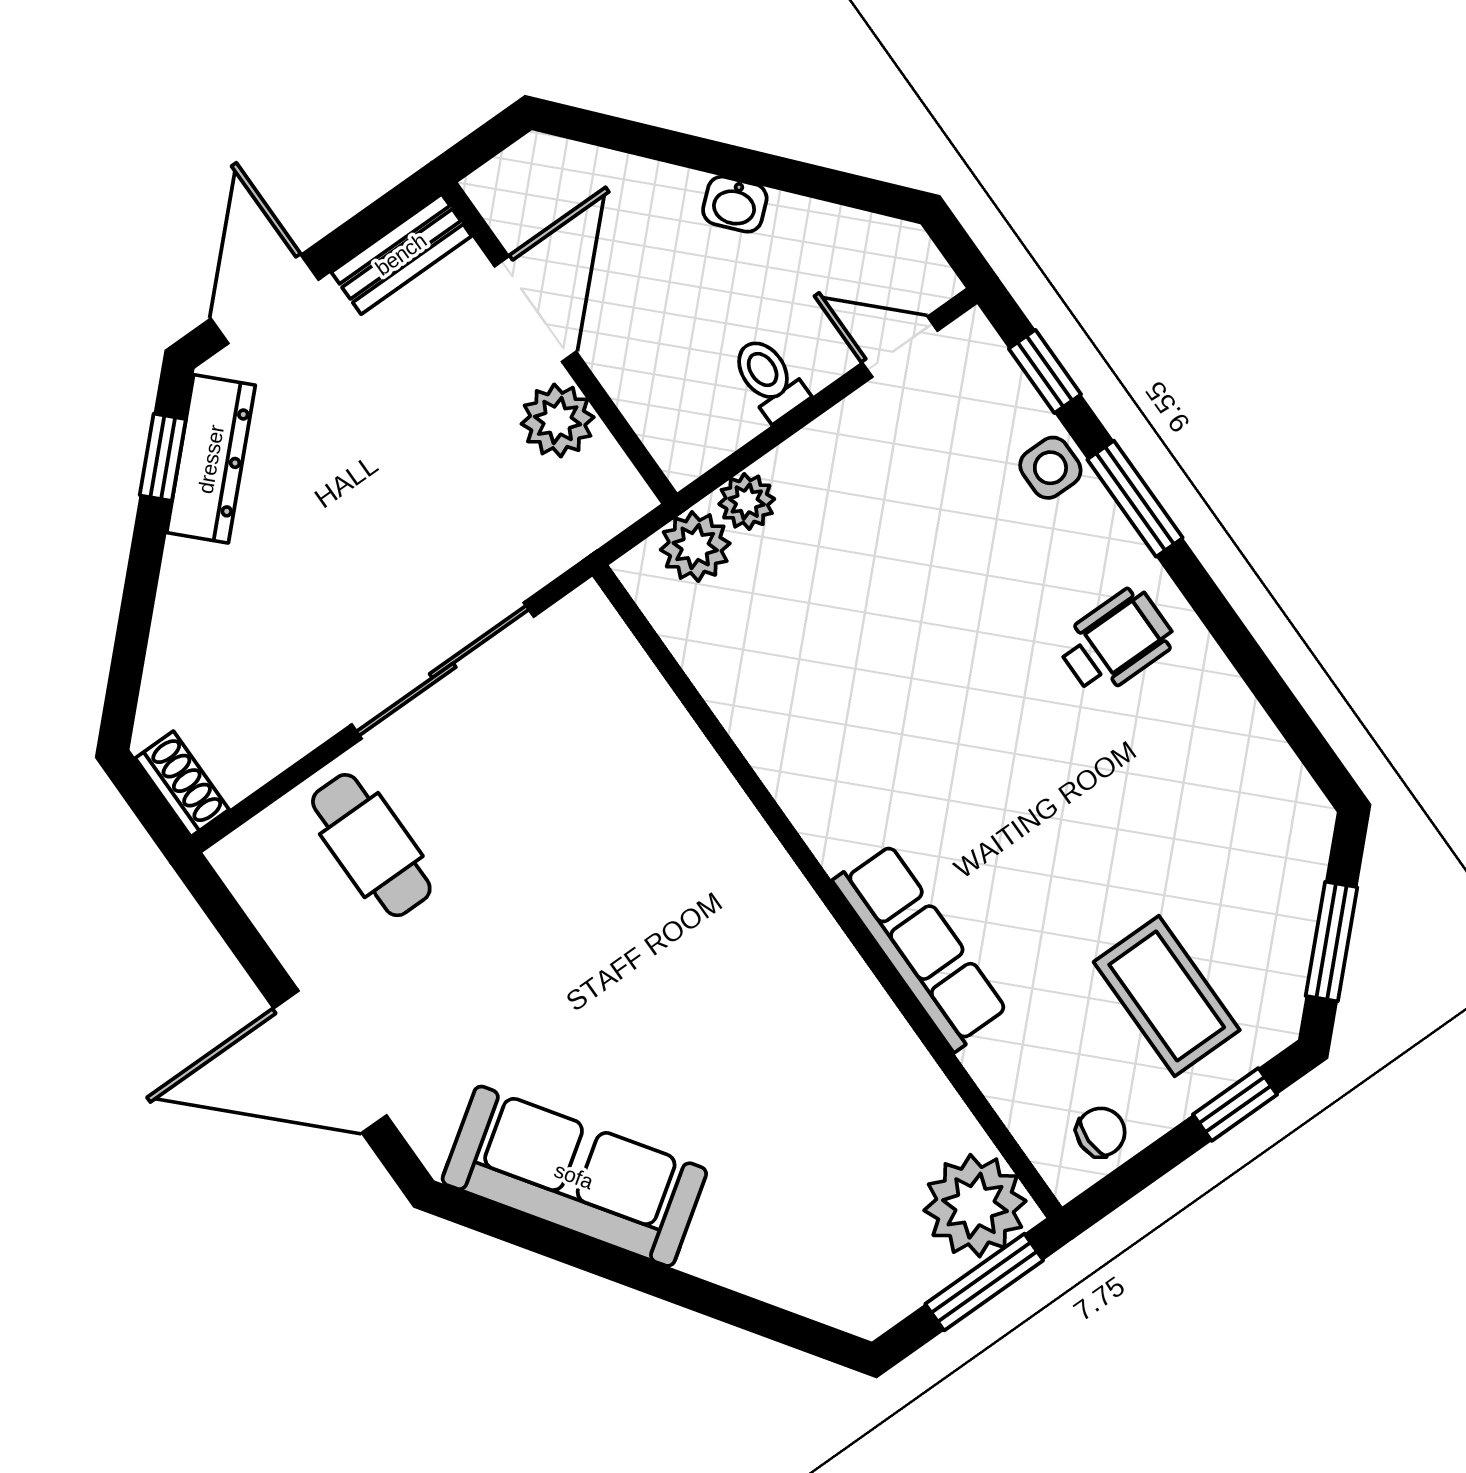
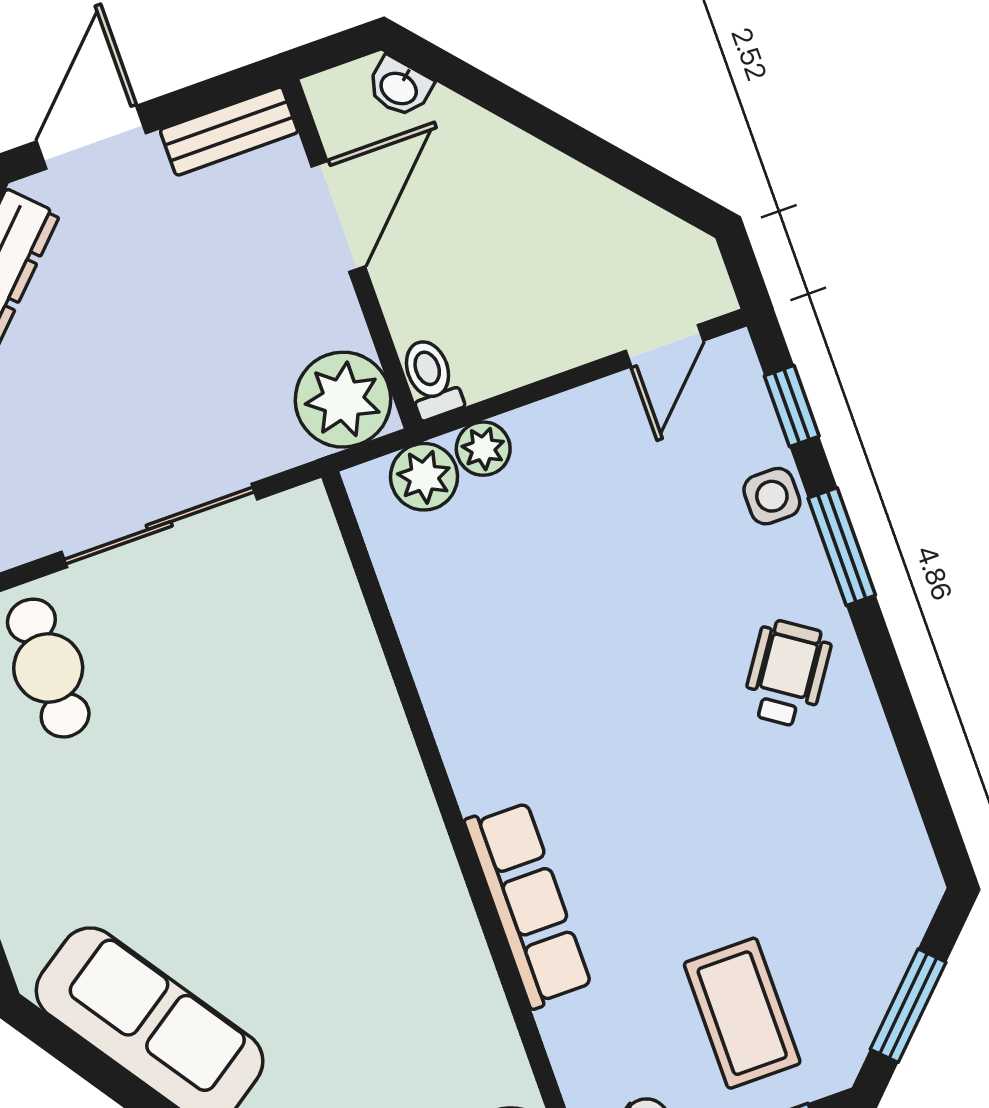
washbasin: (735, 204) -> (399, 87), moved
door: (900, 347) -> (664, 346), swing flipped
toilet: (769, 379) -> (431, 378), moved
plant: (558, 421) -> (343, 400), moved, width x1.36, depth x1.36
wheelchair: (1116, 642) -> (787, 673), turned -56

